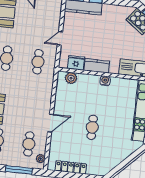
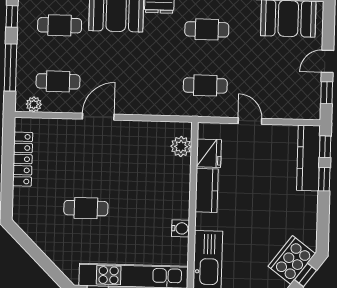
water cooler: (105, 81) -> (181, 228), moved
door: (50, 123) -> (98, 117), swing flipped
cafe table: (92, 127) -> (86, 208), moved

